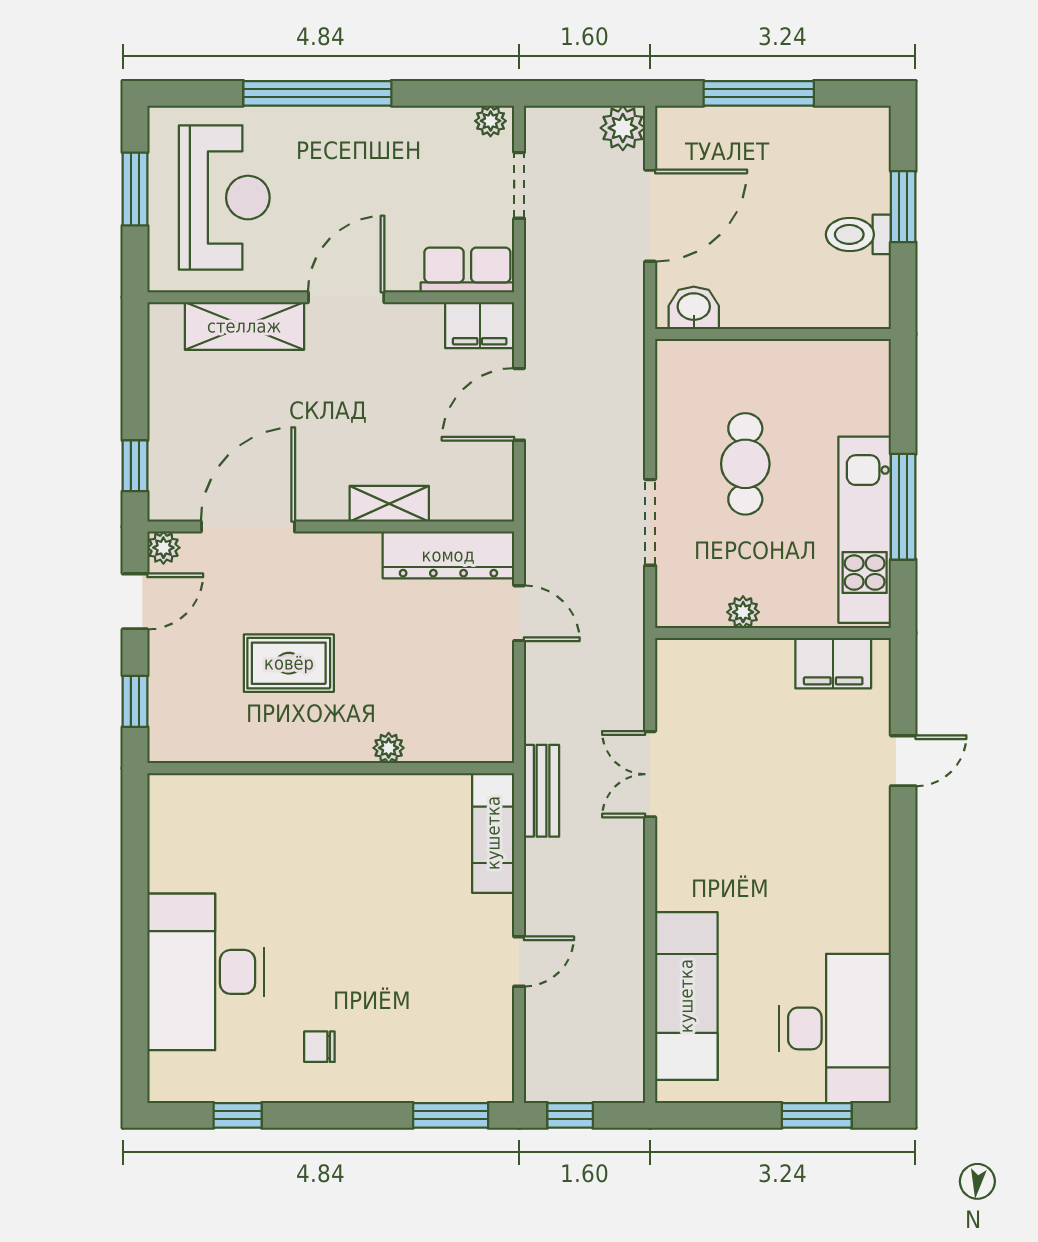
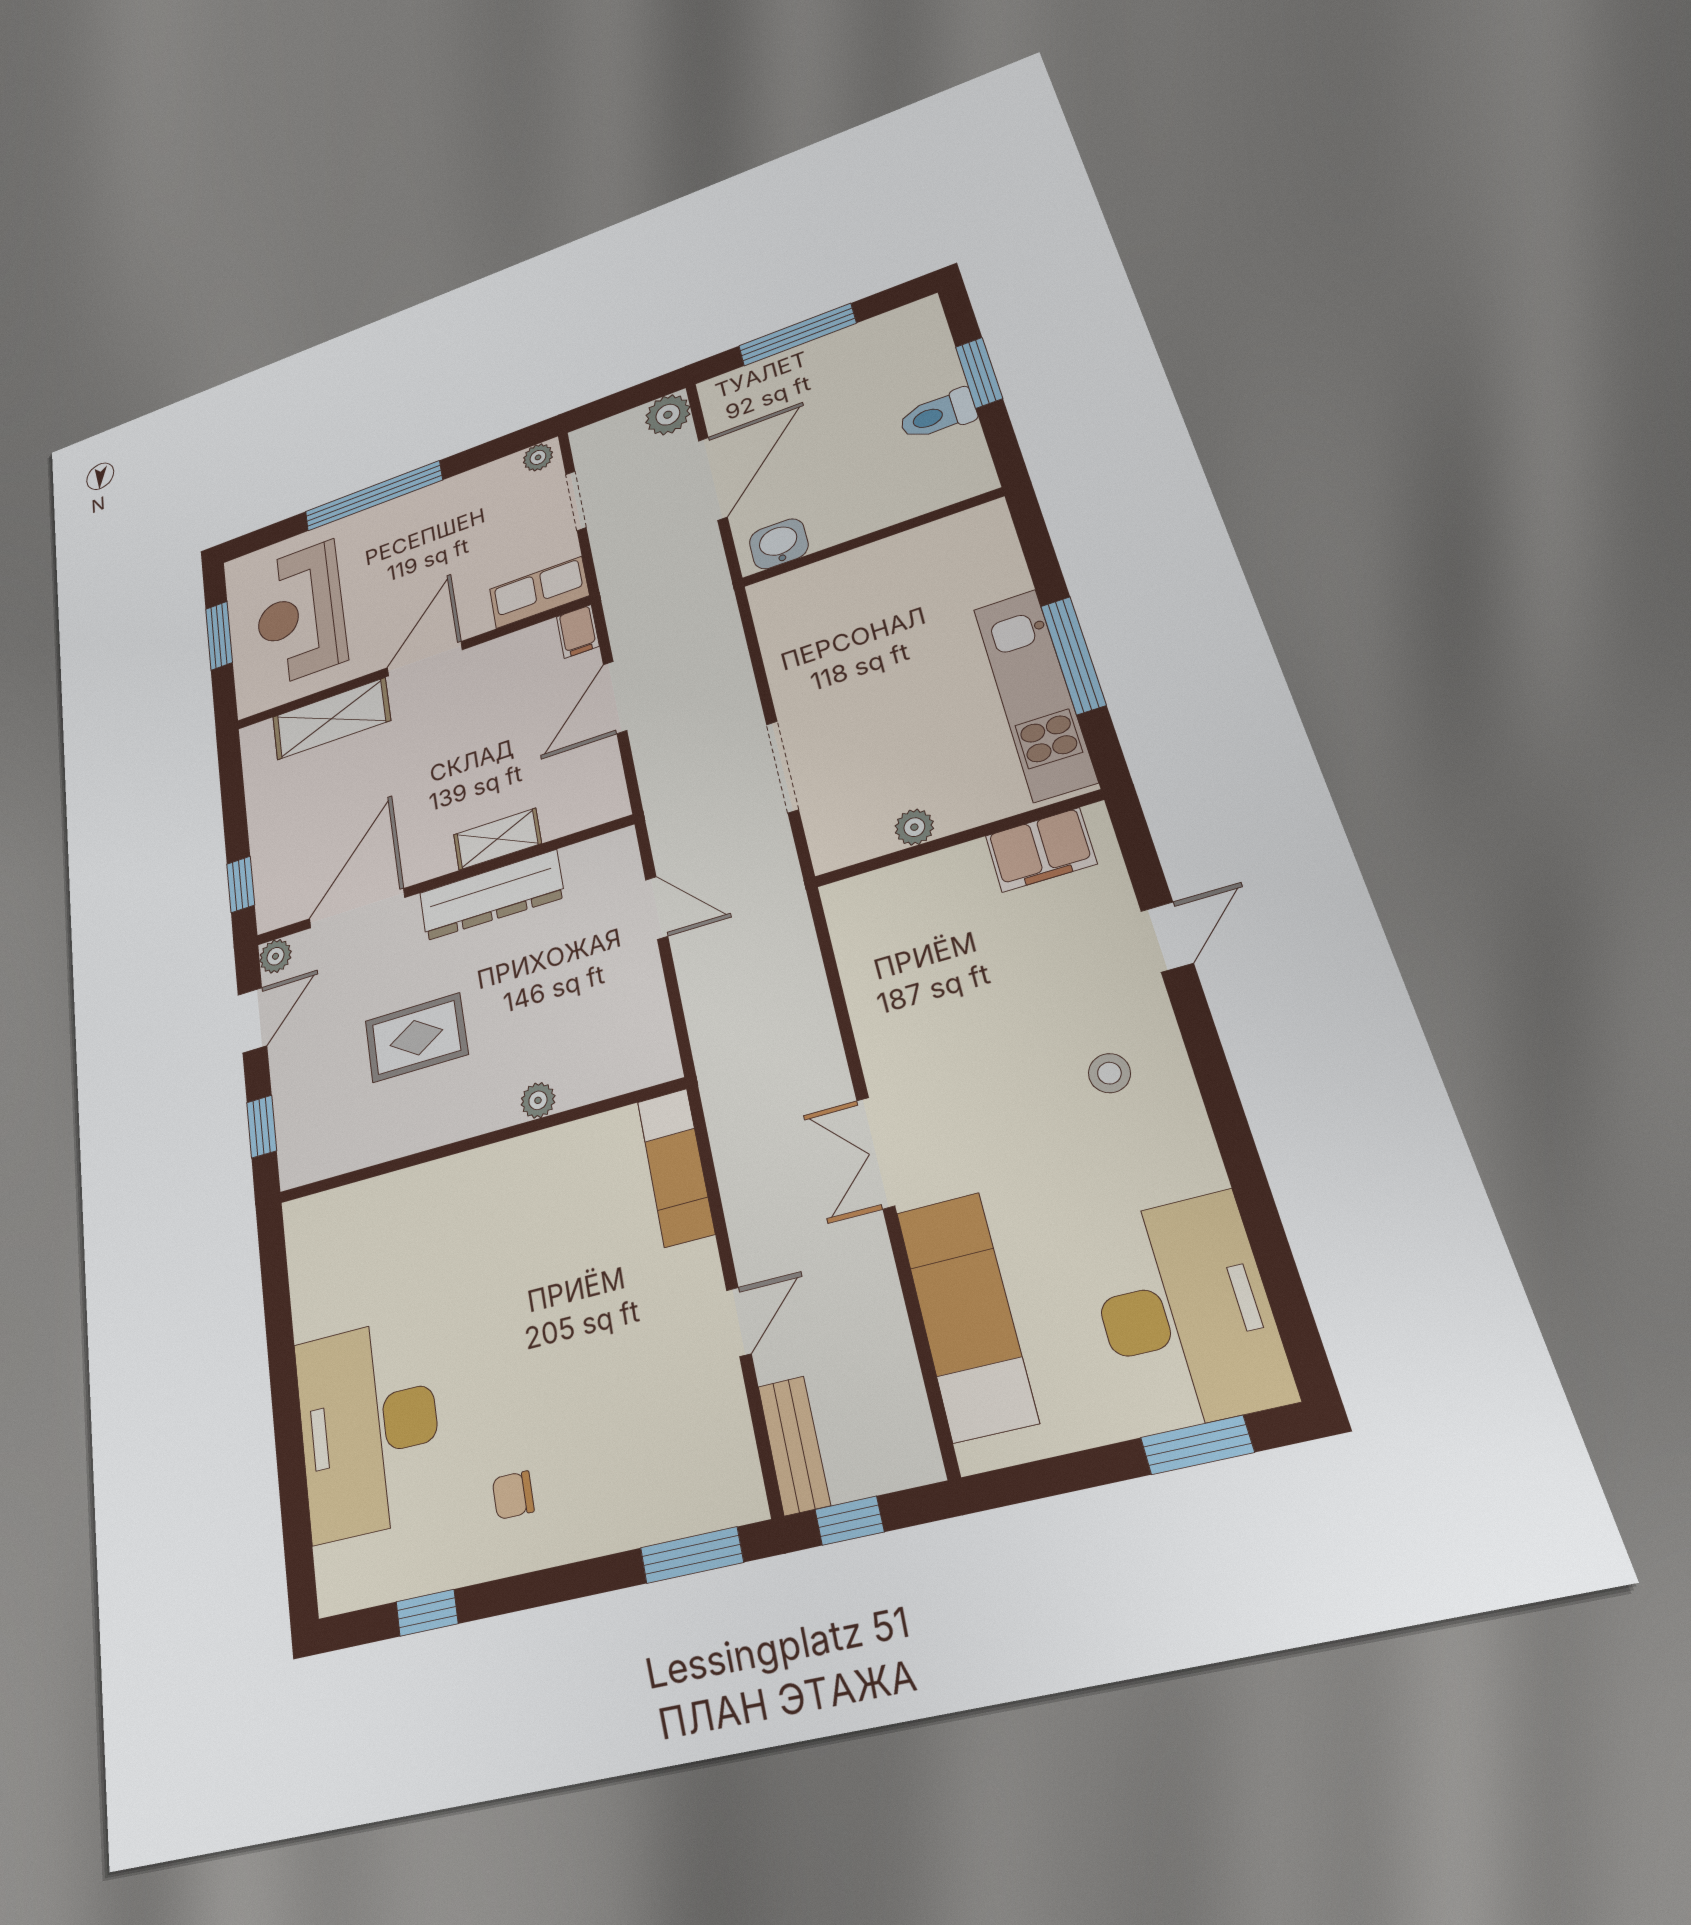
reception desk: (224, 198) -> (300, 613), turned 180
filing cabinet: (480, 325) -> (578, 631), width x0.50
cafe table: (745, 464) -> (875, 673), removed
dresser: (448, 555) -> (491, 895), moved
double door: (650, 774) -> (876, 1153), moved
bench: (542, 791) -> (794, 1445), moved
stool: (833, 851) -> (1109, 1073), added

